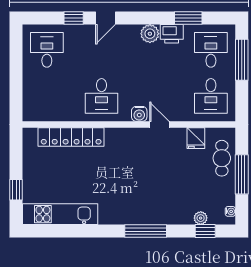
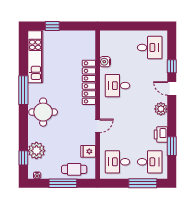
plant: (150, 34) -> (161, 109), moved
water cooler: (139, 114) -> (105, 62), moved
locker: (71, 137) -> (89, 82), moved
round table: (139, 203) -> (43, 112), added
plant: (201, 218) -> (36, 151), width x1.88, depth x1.88
window: (146, 231) -> (23, 90), moved

